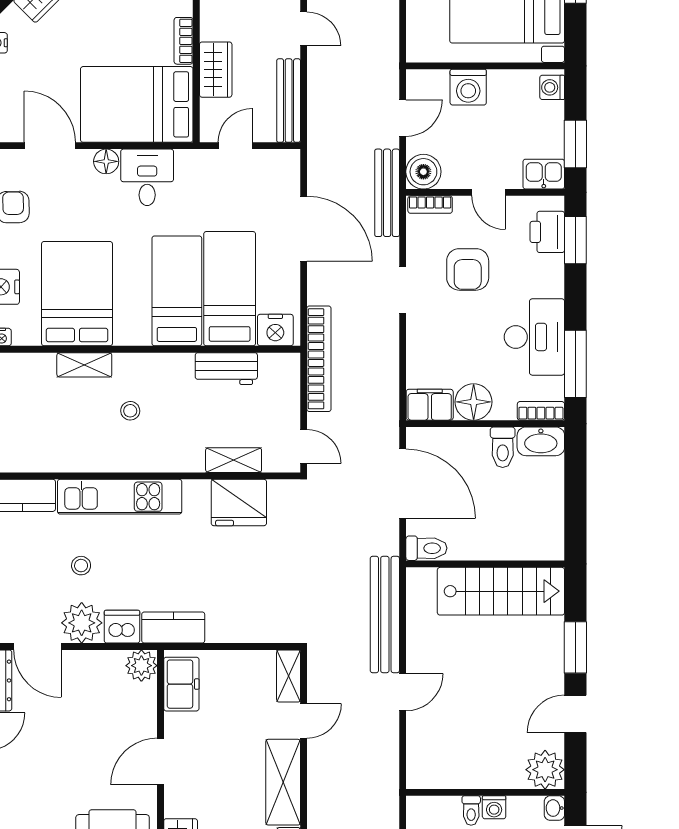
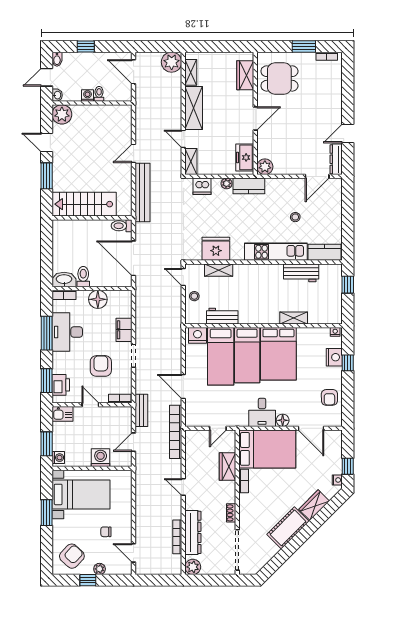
bench: (289, 101) -> (191, 451), removed
window: (575, 144) -> (47, 444), moved
boiler: (423, 172) -> (123, 415), removed
bench: (387, 193) -> (141, 410), width x0.73
door: (304, 229) -> (183, 386), width x0.73
bed: (77, 294) -> (278, 354), moved
bookcase: (319, 359) -> (176, 432), moved
window: (575, 364) -> (47, 333), moved
filing cabinet: (430, 405) -> (124, 330), moved, turned 90
stool: (130, 411) -> (194, 296), moved
workbench: (69, 455) -> (301, 273), added
plant: (82, 623) -> (227, 183), moved, width x0.53, depth x0.53
dishwasher: (122, 627) -> (202, 186), moved
door: (37, 646) -> (317, 176), swing flipped
door: (575, 714) -> (47, 142), swing flipped
door: (304, 721) -> (183, 139), hinge flipped

